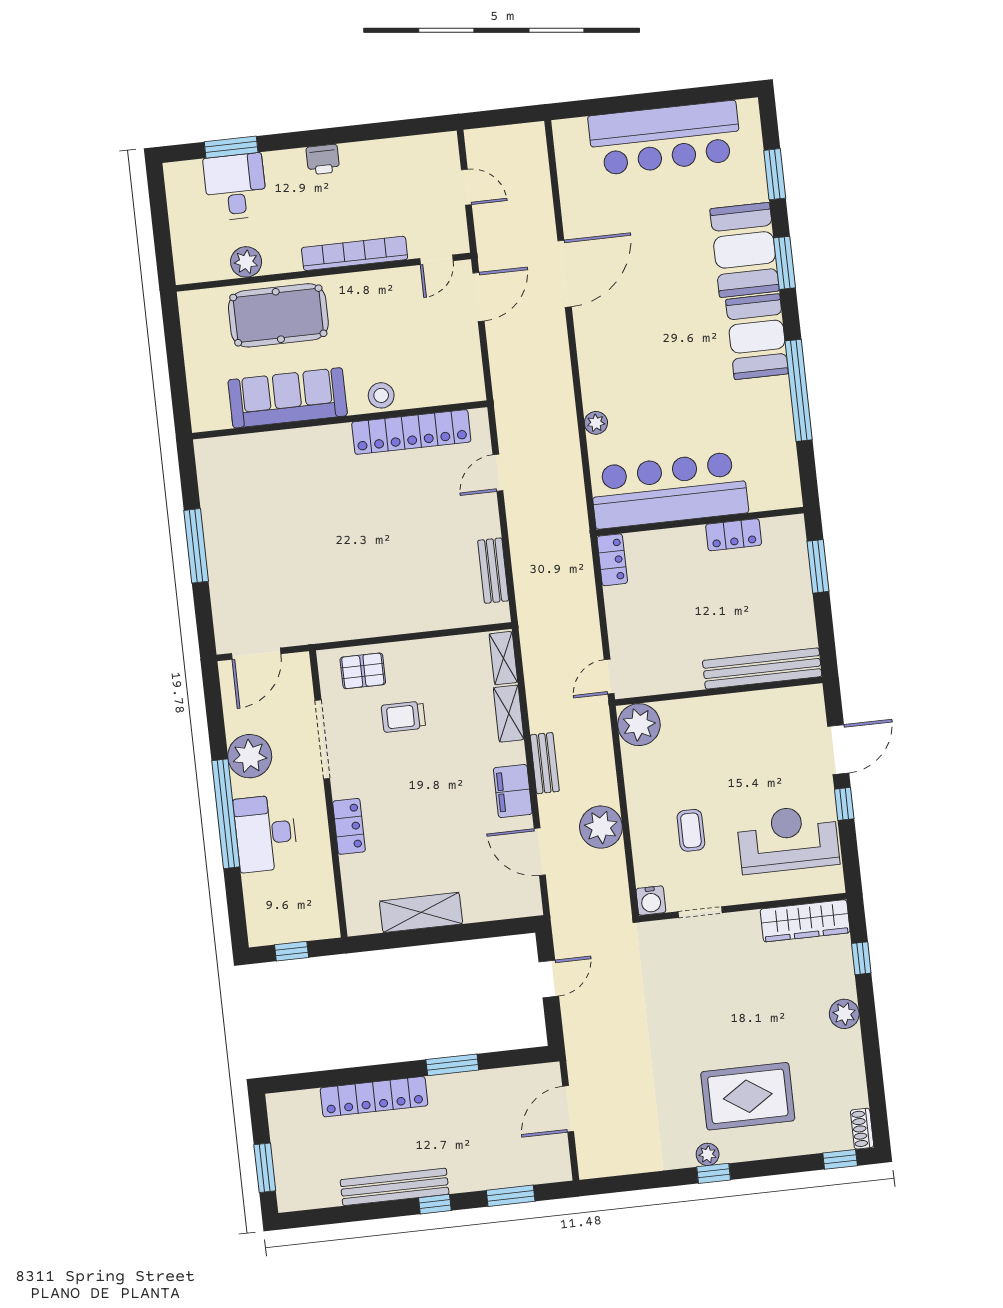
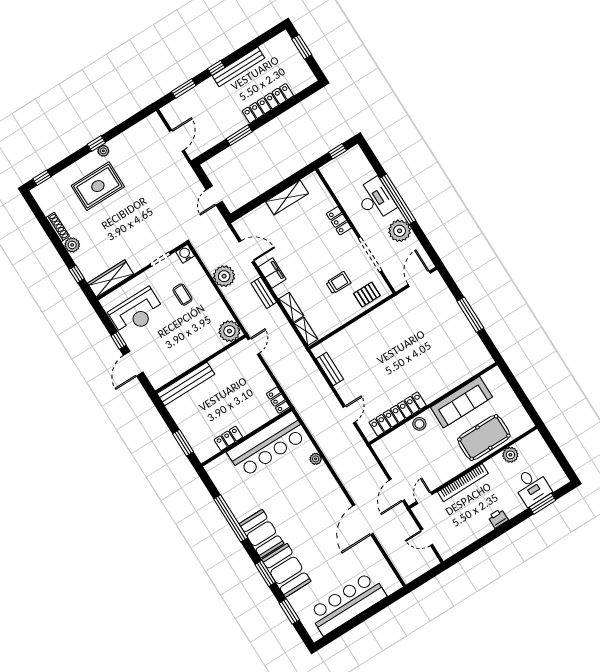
shoe rack: (862, 1129) -> (58, 227), moved, width x1.43

